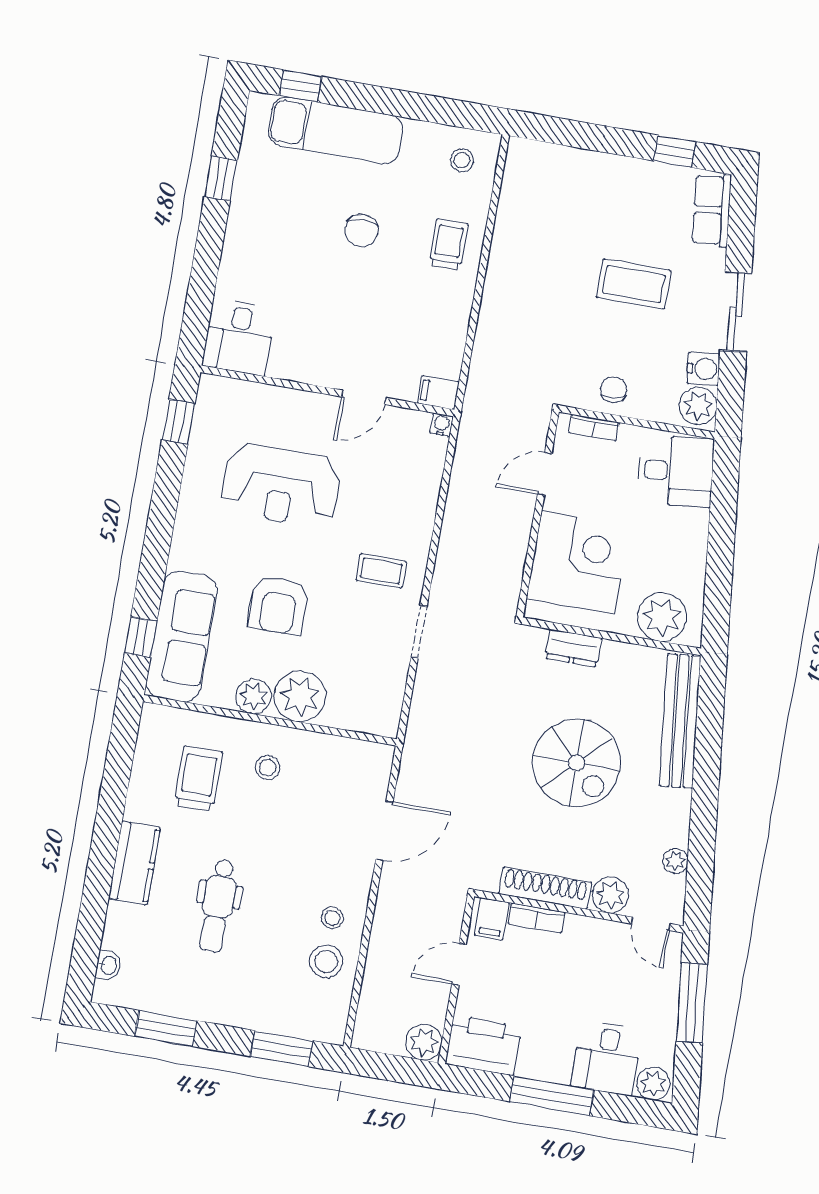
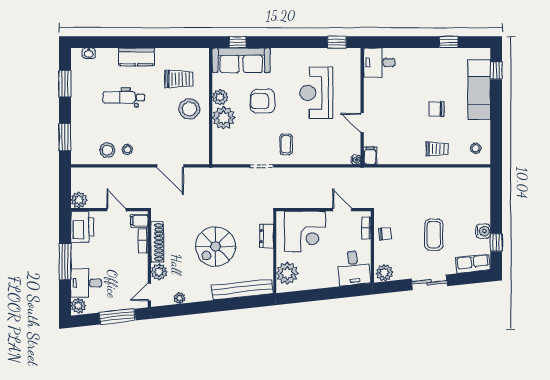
water cooler: (703, 369) -> (483, 231), moved, turned -84
stool: (268, 768) -> (189, 109), width x1.89, depth x1.89

